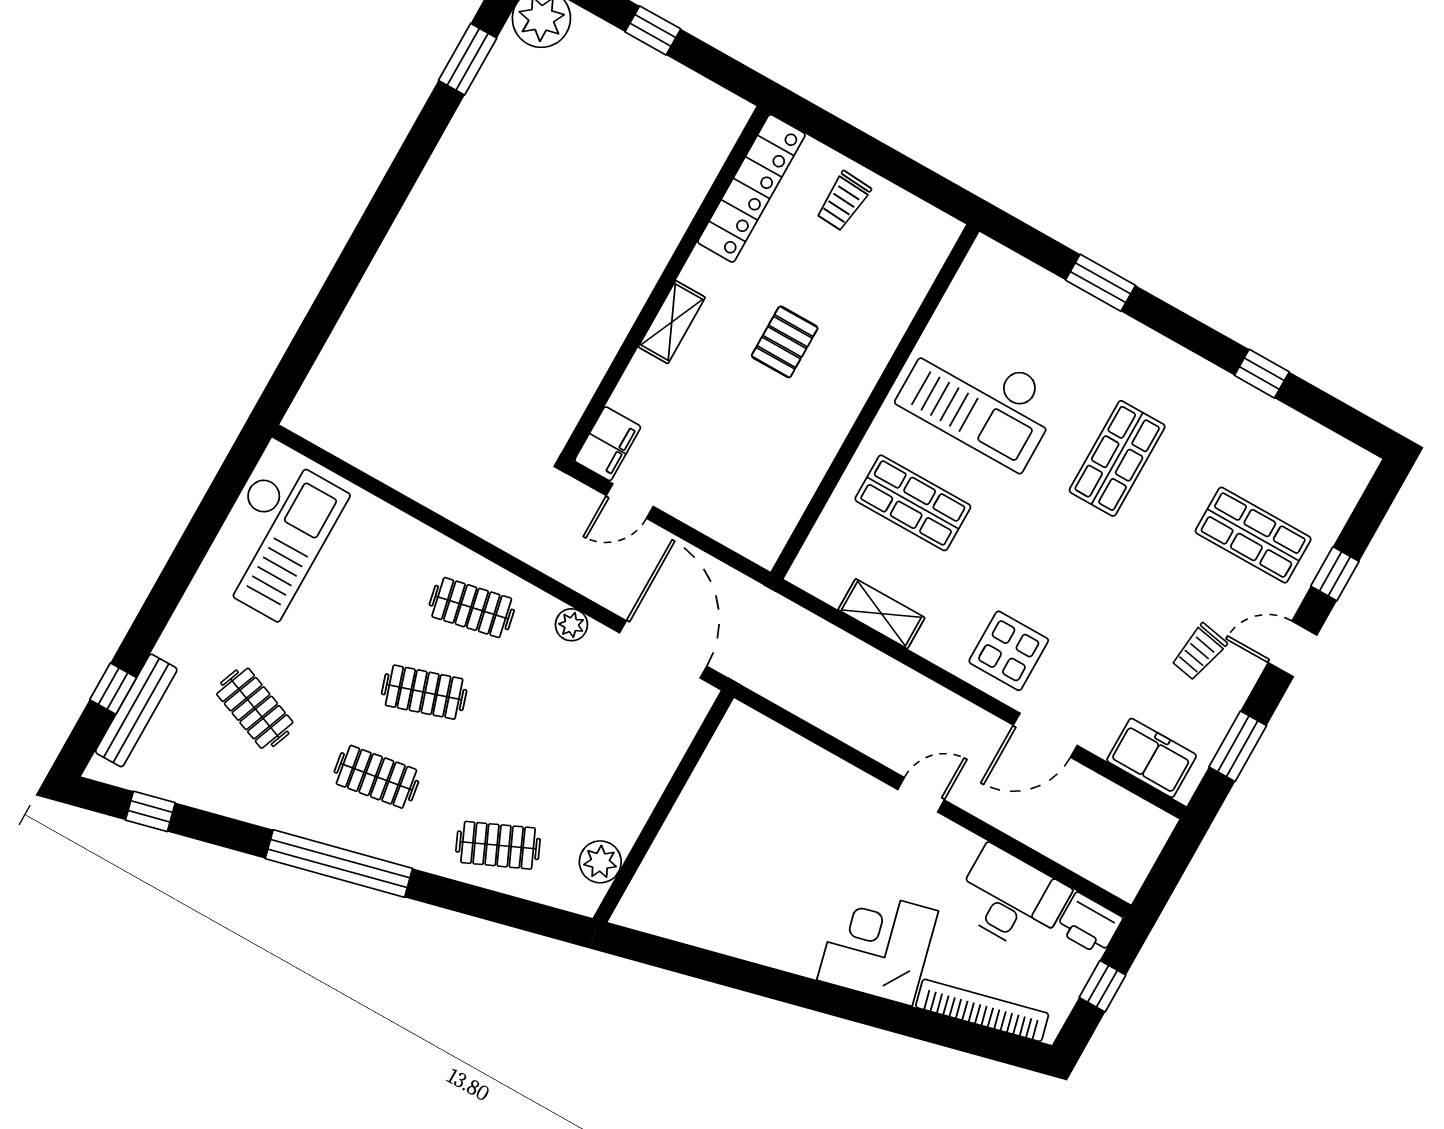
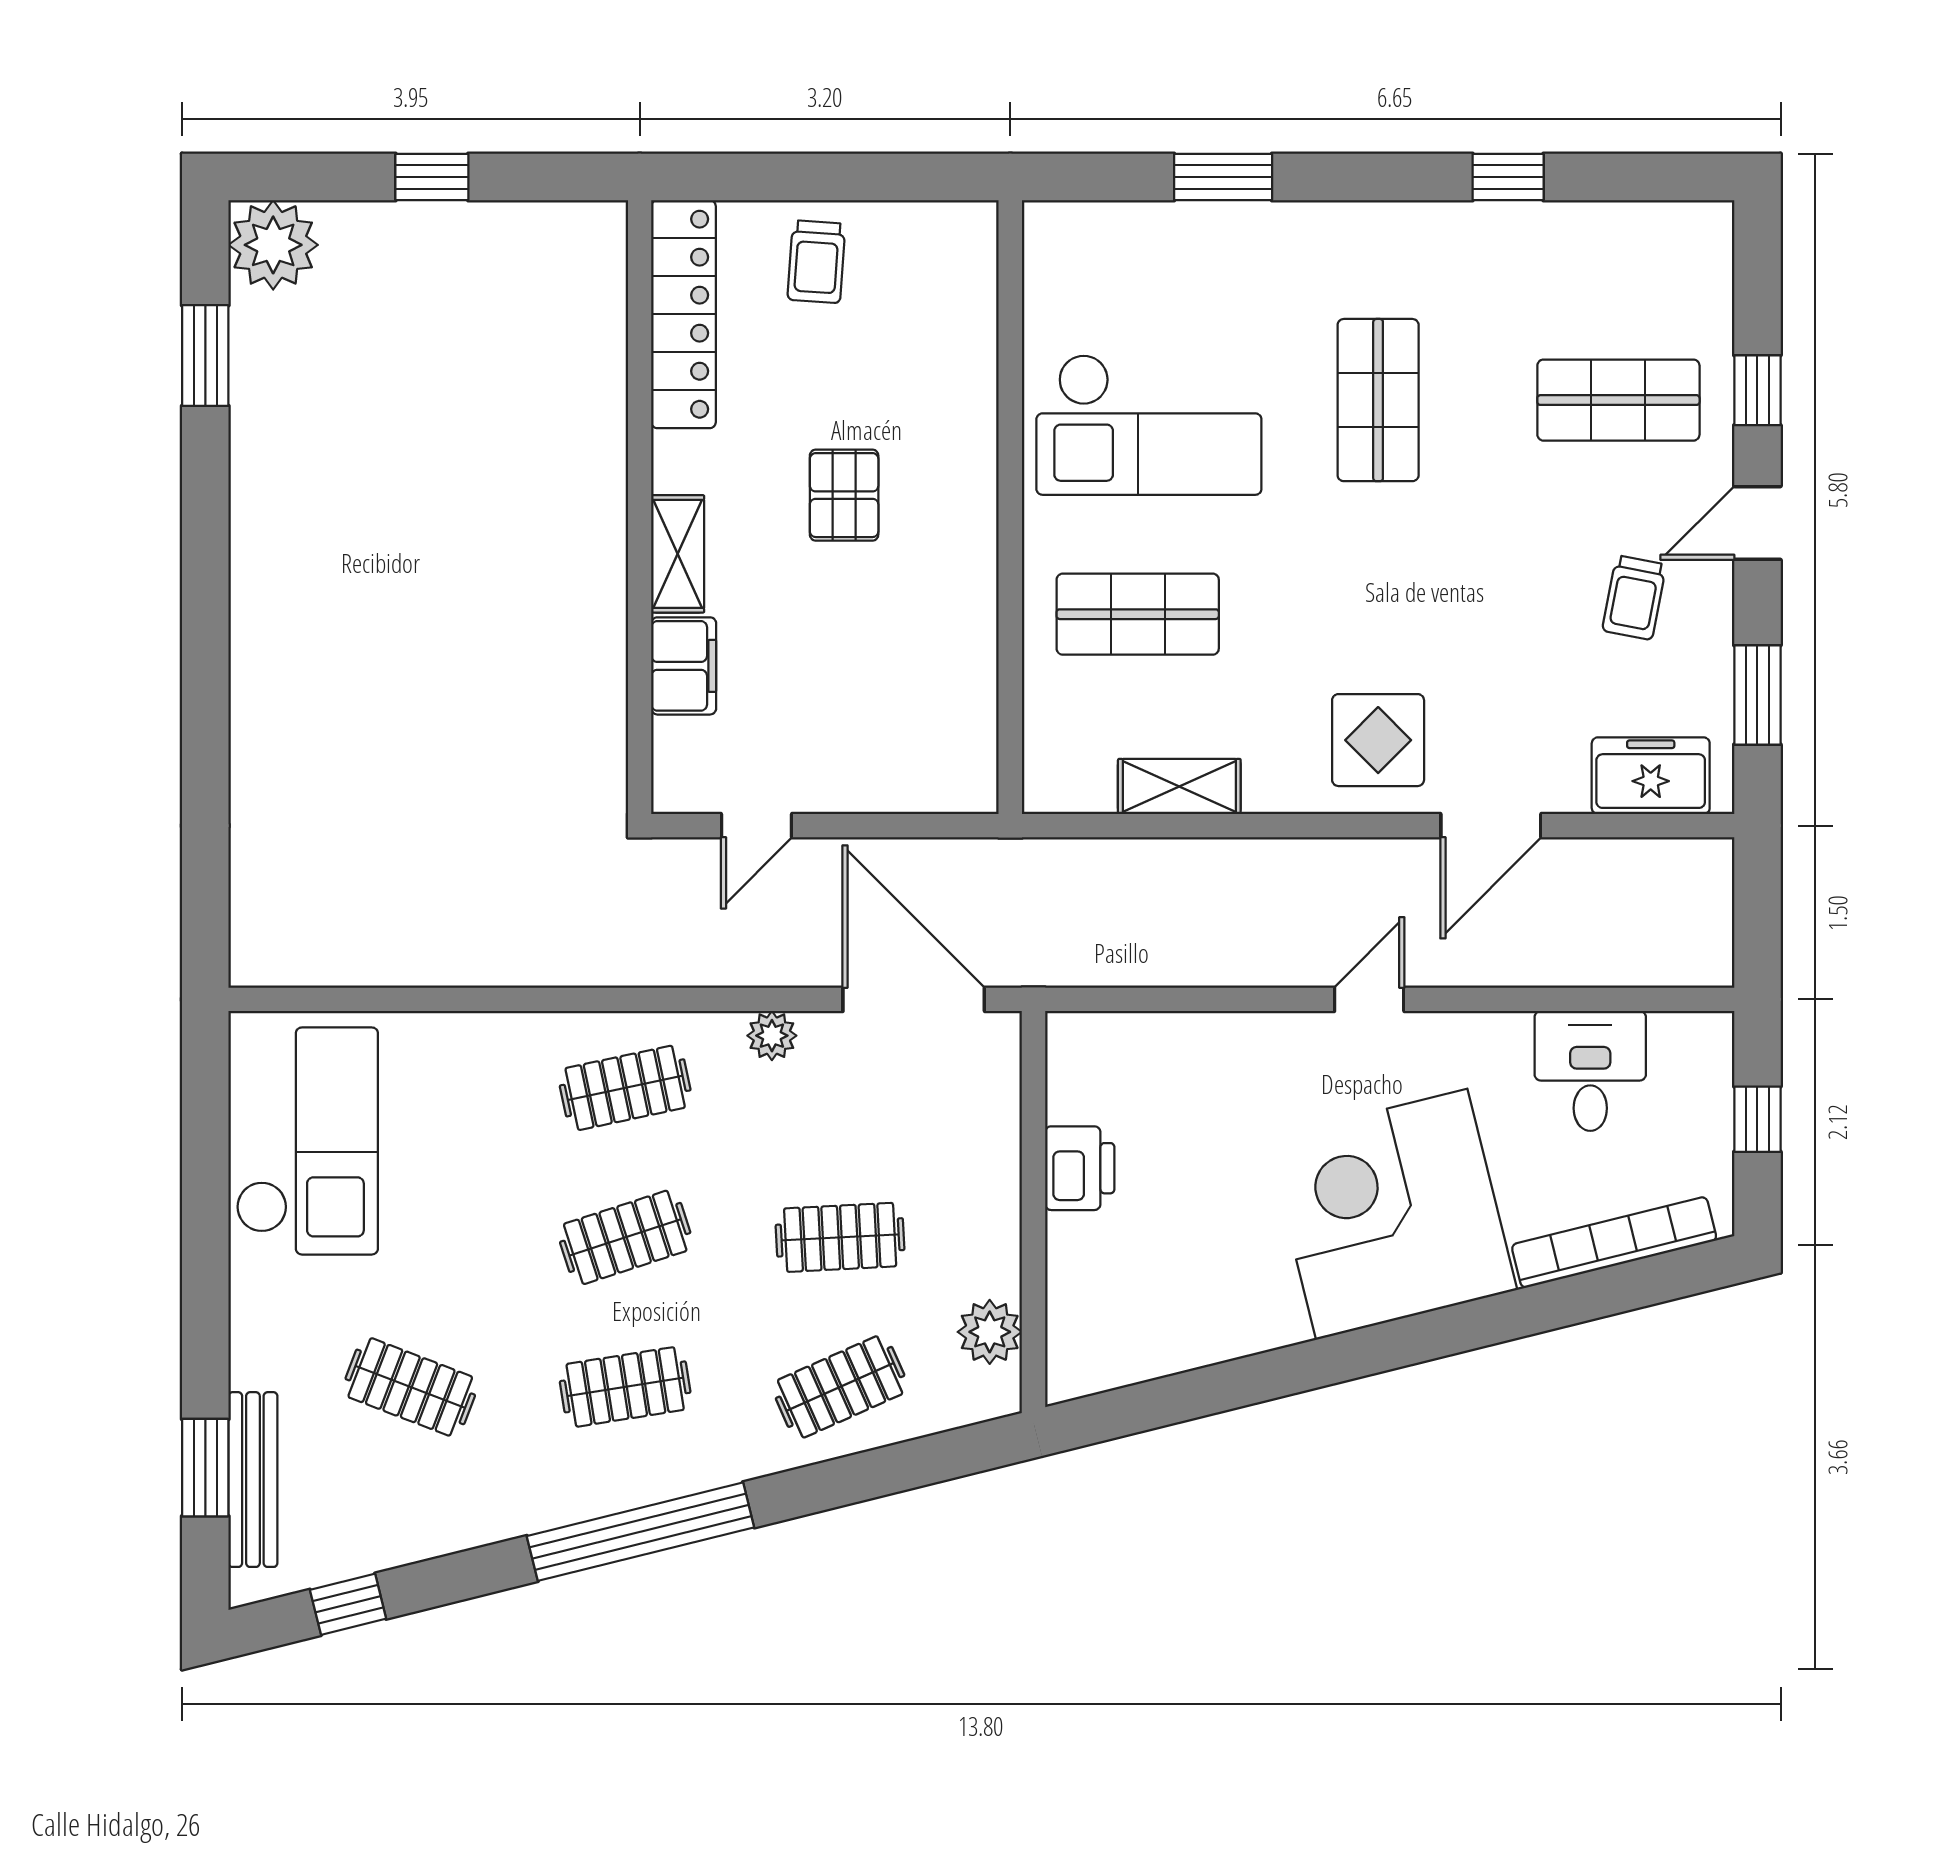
filing cabinet: (608, 444) -> (684, 666), moved
window: (113, 689) -> (205, 1468), width x1.50
clothes rail: (546, 761) -> (840, 1237), added
desk: (1012, 899) -> (1590, 1071), width x0.73
printer: (1089, 924) -> (1080, 1168), moved, turned -90
corner desk: (878, 945) -> (1392, 1214), width x1.36, depth x1.36

